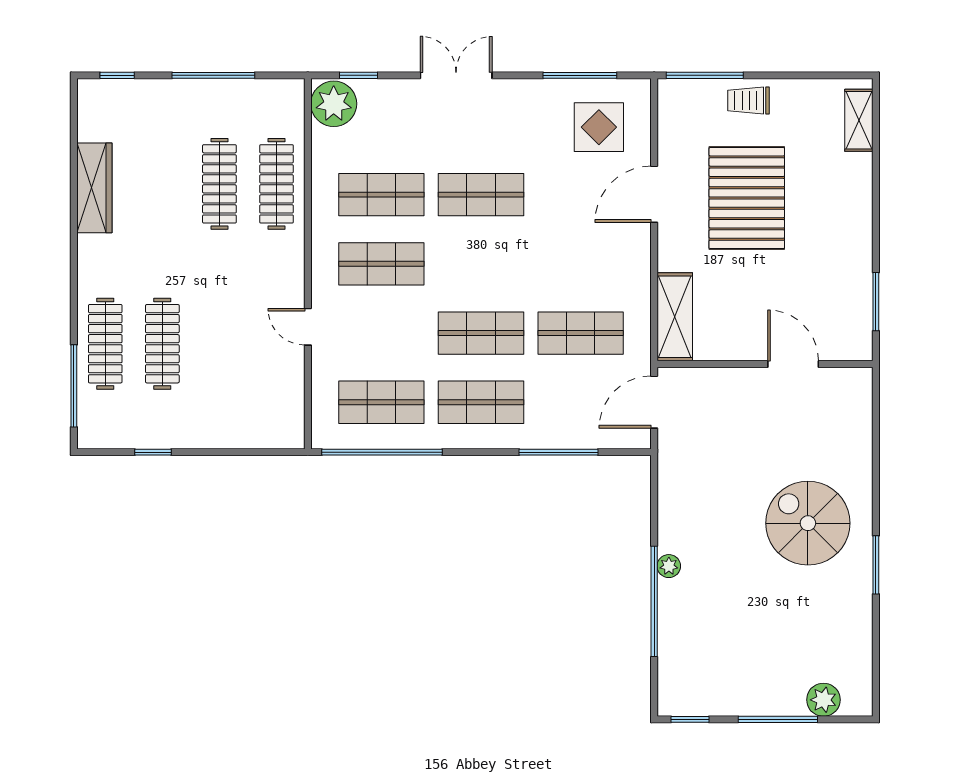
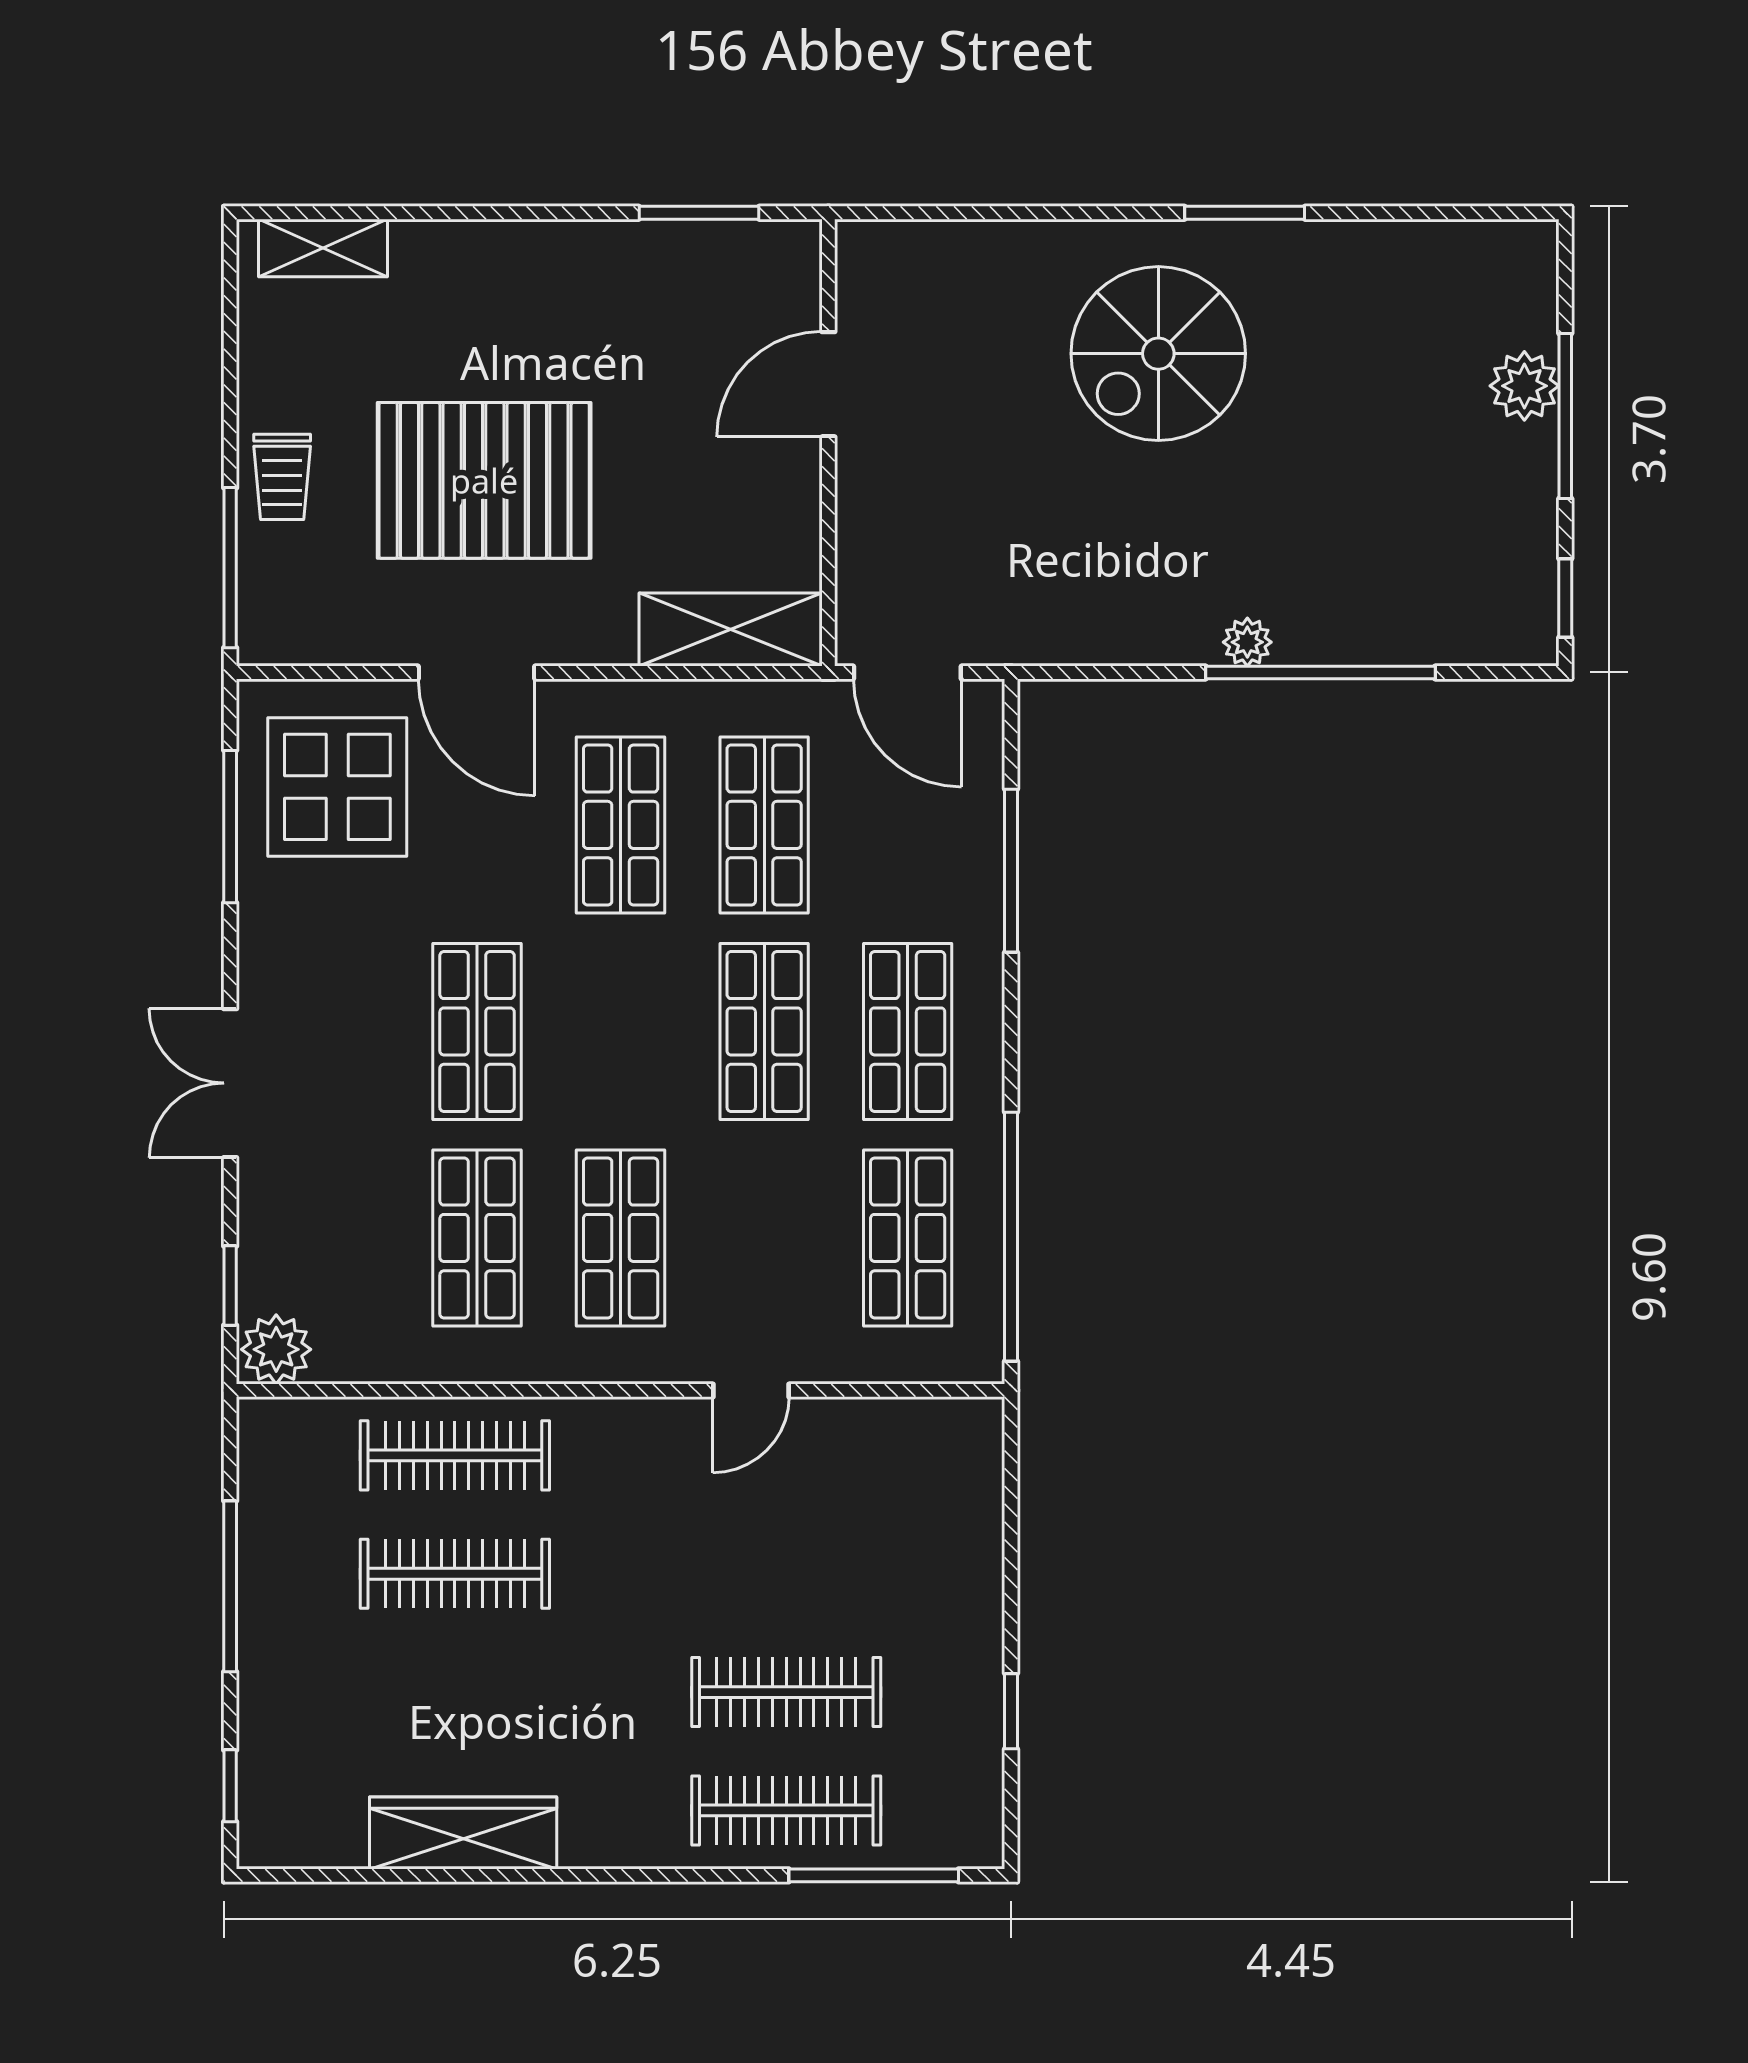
plant: (334, 104) -> (276, 1349), width x0.73, depth x0.73
display table: (599, 127) -> (337, 787), width x1.36, depth x1.36
shop shelf: (581, 264) -> (621, 825), added
plant: (823, 700) -> (1524, 386), moved

